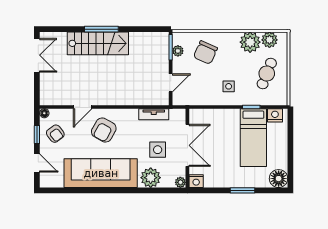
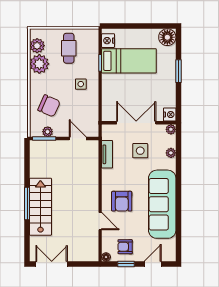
cafe table: (267, 73) -> (69, 48), turned 68
armchair: (104, 130) -> (122, 201), turned 61
armchair: (55, 134) -> (125, 247), turned -143
plant: (151, 178) -> (171, 153), width x0.53, depth x0.53

